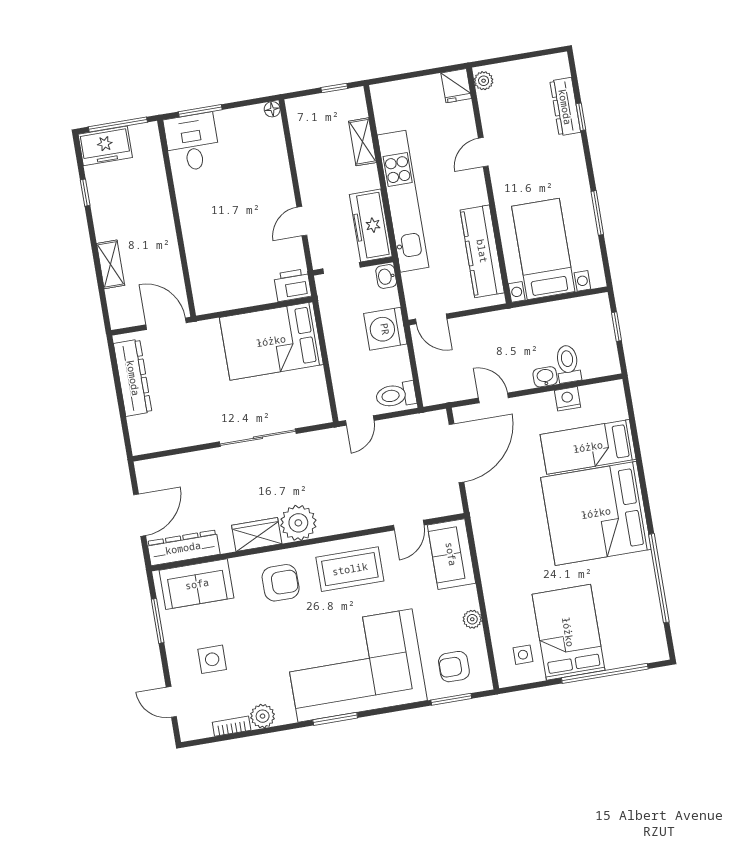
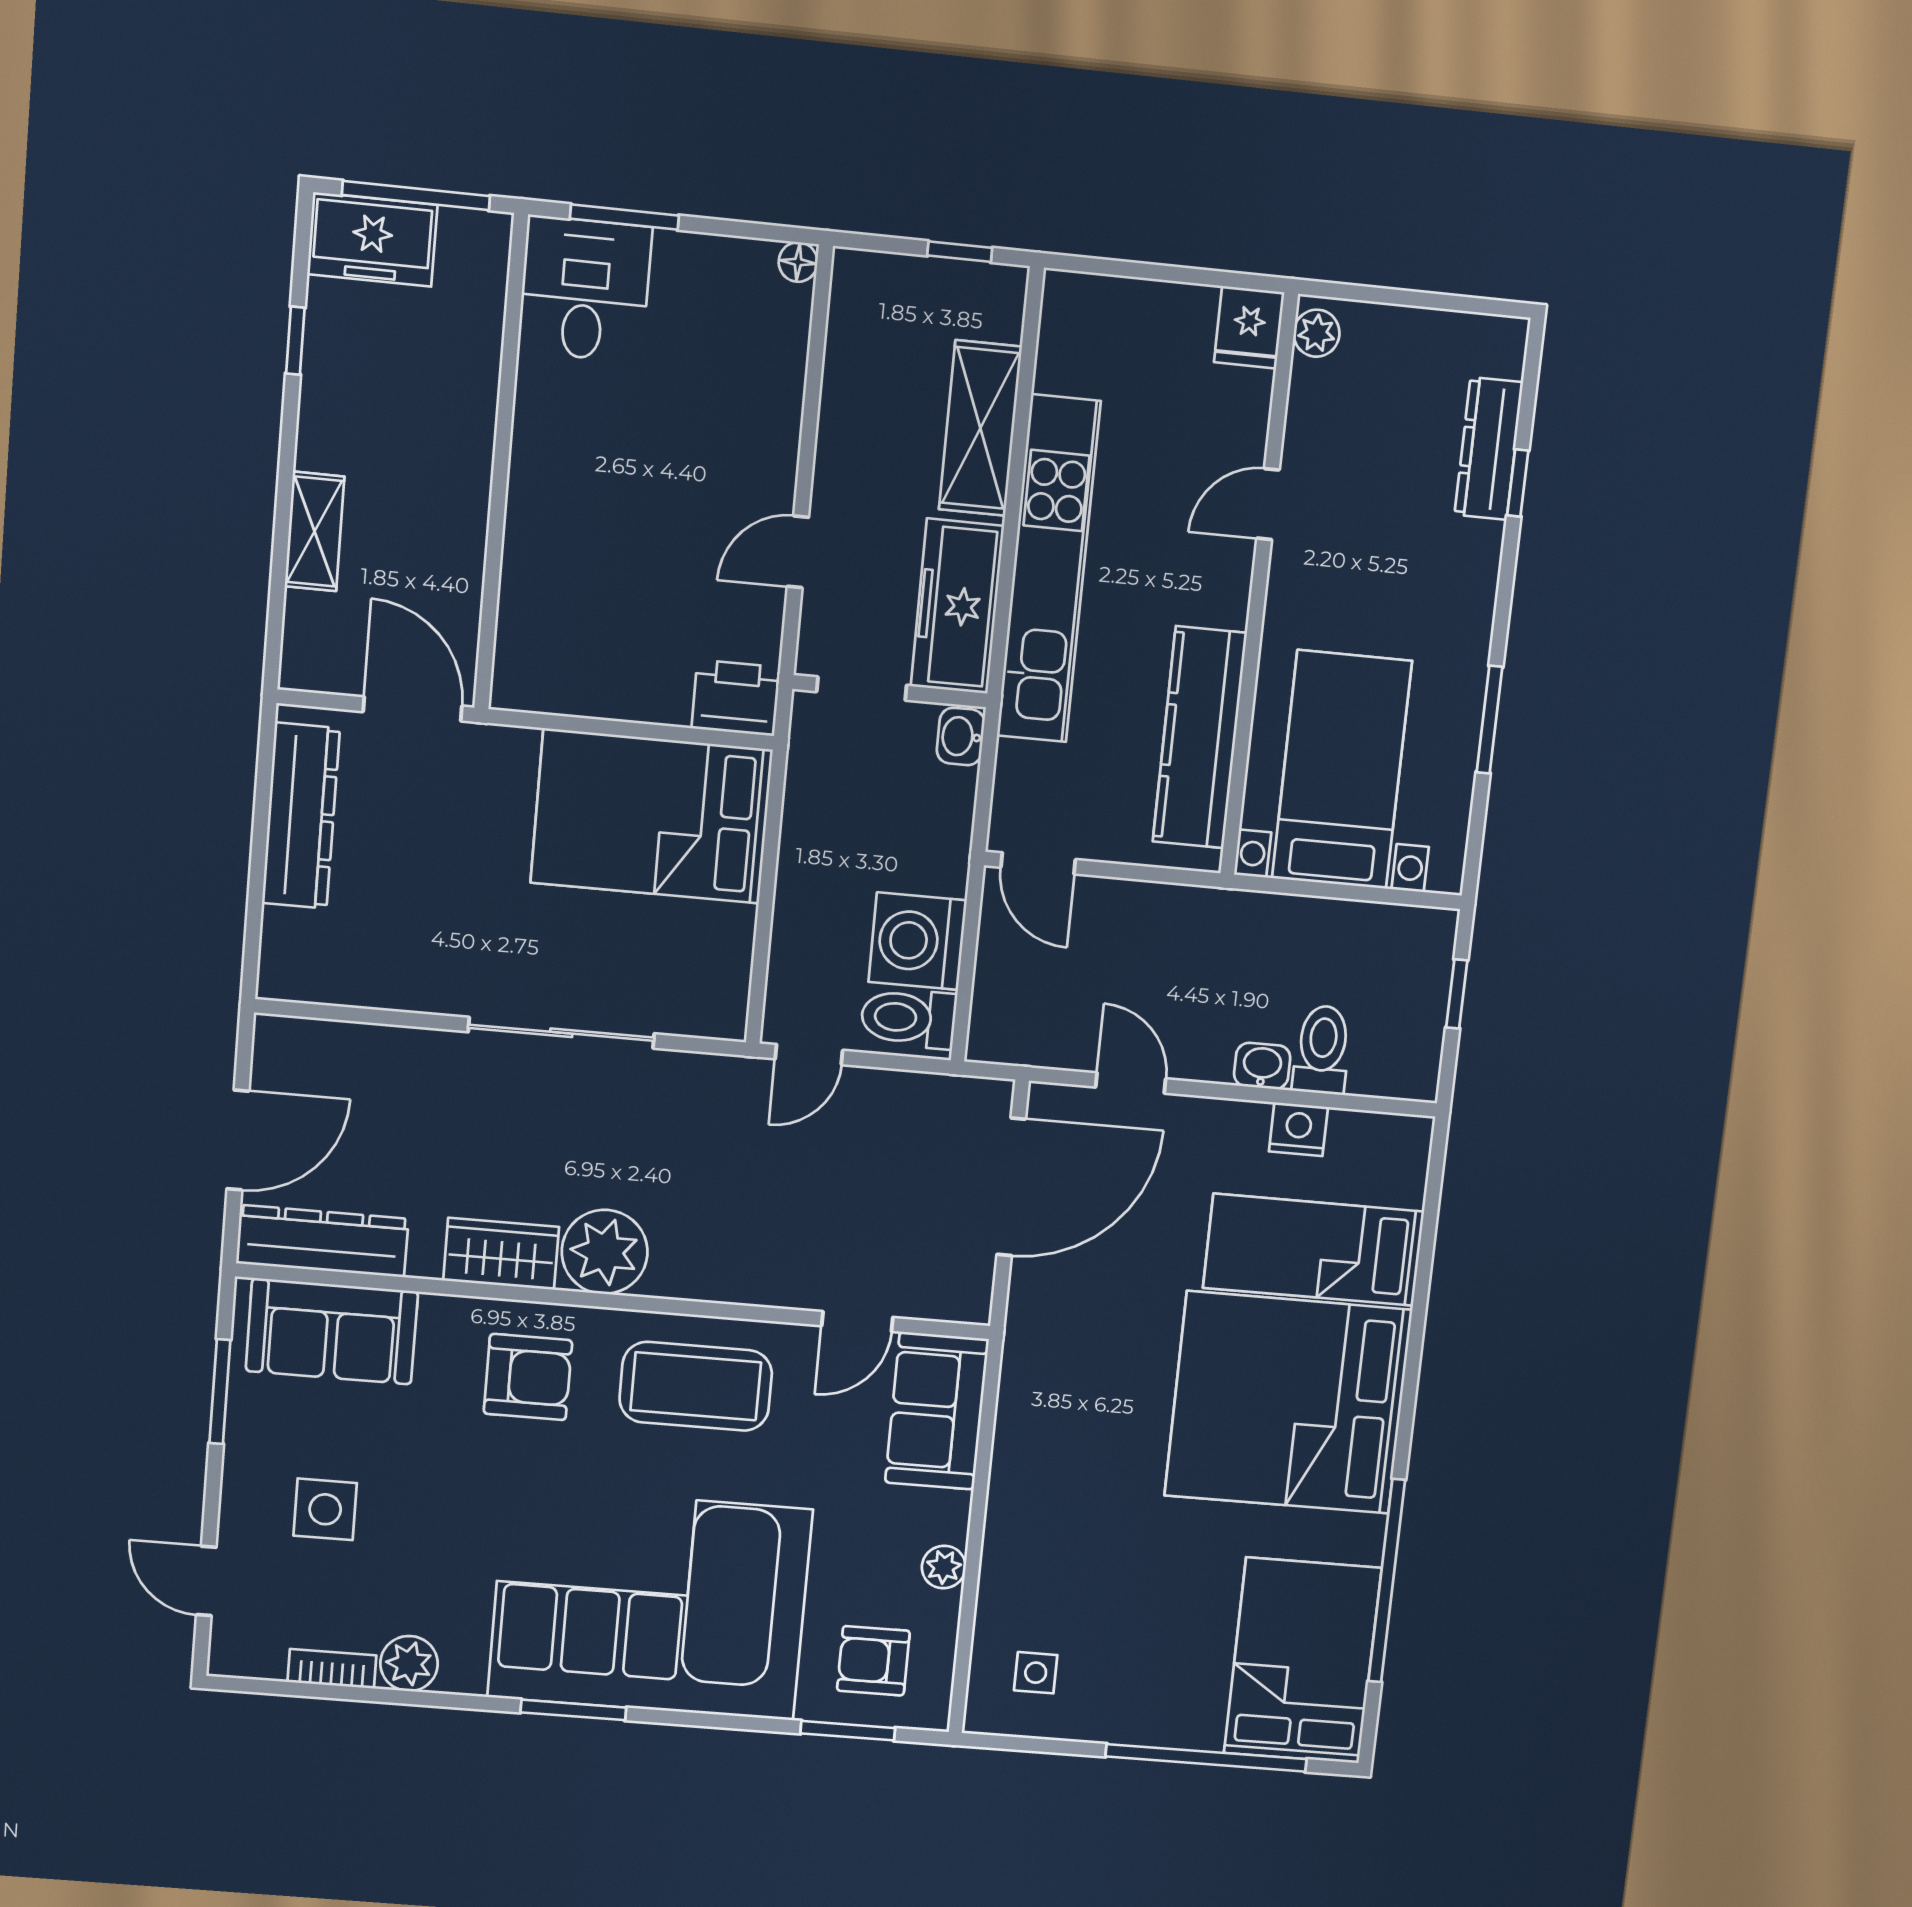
shelving: (362, 142) -> (980, 428), width x1.50, depth x1.33
washing machine: (385, 329) -> (918, 941), moved
bed: (568, 632) -> (1303, 1661), moved

